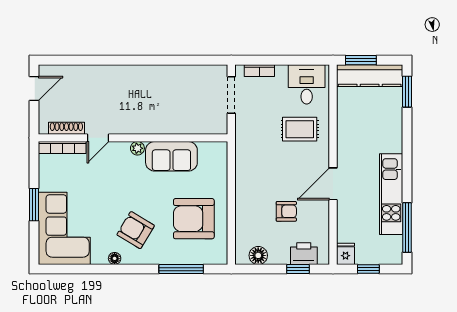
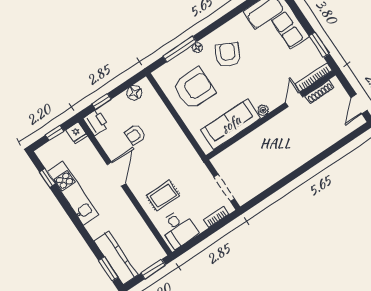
kitchen counter: (370, 76) -> (116, 258), moved, turned 90
sofa: (171, 156) -> (231, 124), width x1.36
window: (34, 205) -> (319, 45), moved
window: (407, 227) -> (47, 178), width x0.46
armchair: (136, 230) -> (228, 55), turned -95
printer: (304, 254) -> (96, 122), moved, turned -90
floor lamp: (115, 258) -> (197, 48), moved

